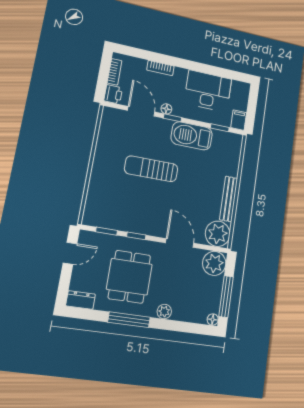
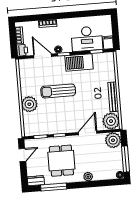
desk: (208, 91) -> (87, 39), moved, turned 180
plant: (102, 177) -> (29, 104), added
door: (180, 243) -> (88, 133), hinge flipped
window: (129, 320) -> (54, 187), moved

